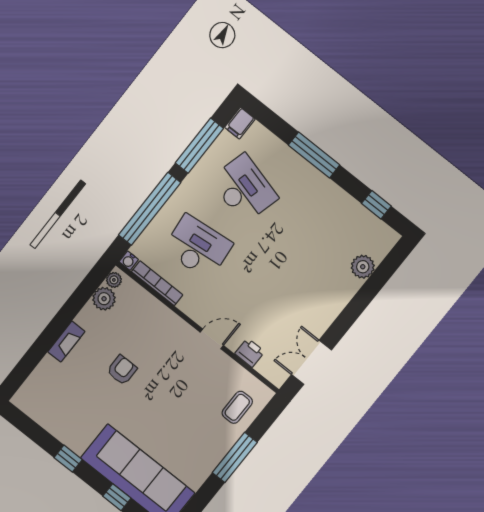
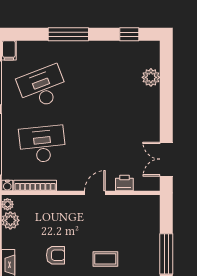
desk: (244, 189) -> (42, 87), turned -36
armchair: (122, 370) -> (56, 255), turned 90
coffee table: (237, 407) -> (105, 259), moved, turned 90

